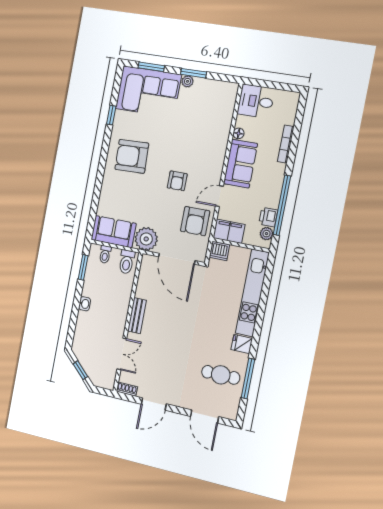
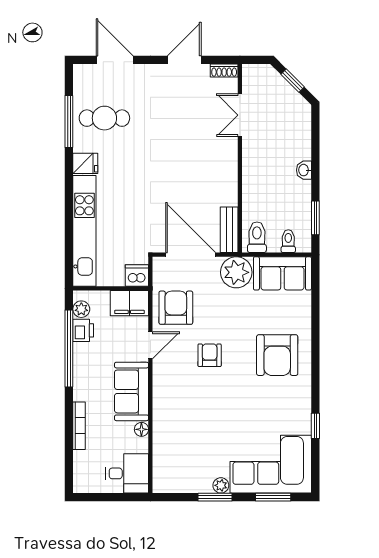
armchair: (132, 156) -> (277, 355), moved, turned 92
bench: (137, 316) -> (229, 230), moved

